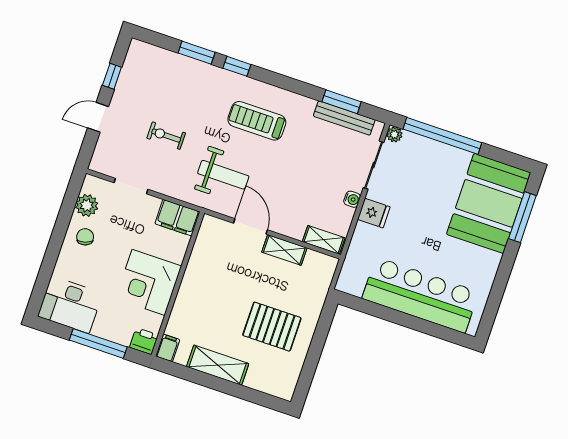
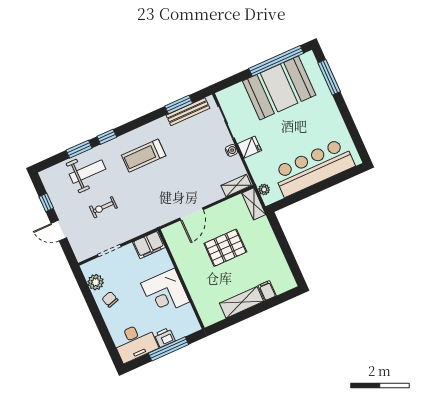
door: (98, 117) -> (59, 231), hinge flipped
plant: (394, 134) -> (264, 190), moved
window: (442, 136) -> (276, 61), moved
weight bench: (223, 175) -> (87, 172), moved
booth: (489, 203) -> (279, 88), moved, turned 90
door: (250, 226) -> (191, 214), swing flipped
shelving: (284, 250) -> (254, 204), moved, turned 90
pallet: (272, 327) -> (225, 248), moved
printer: (144, 341) -> (165, 337), moved
filing cabinet: (168, 348) -> (267, 291), moved

